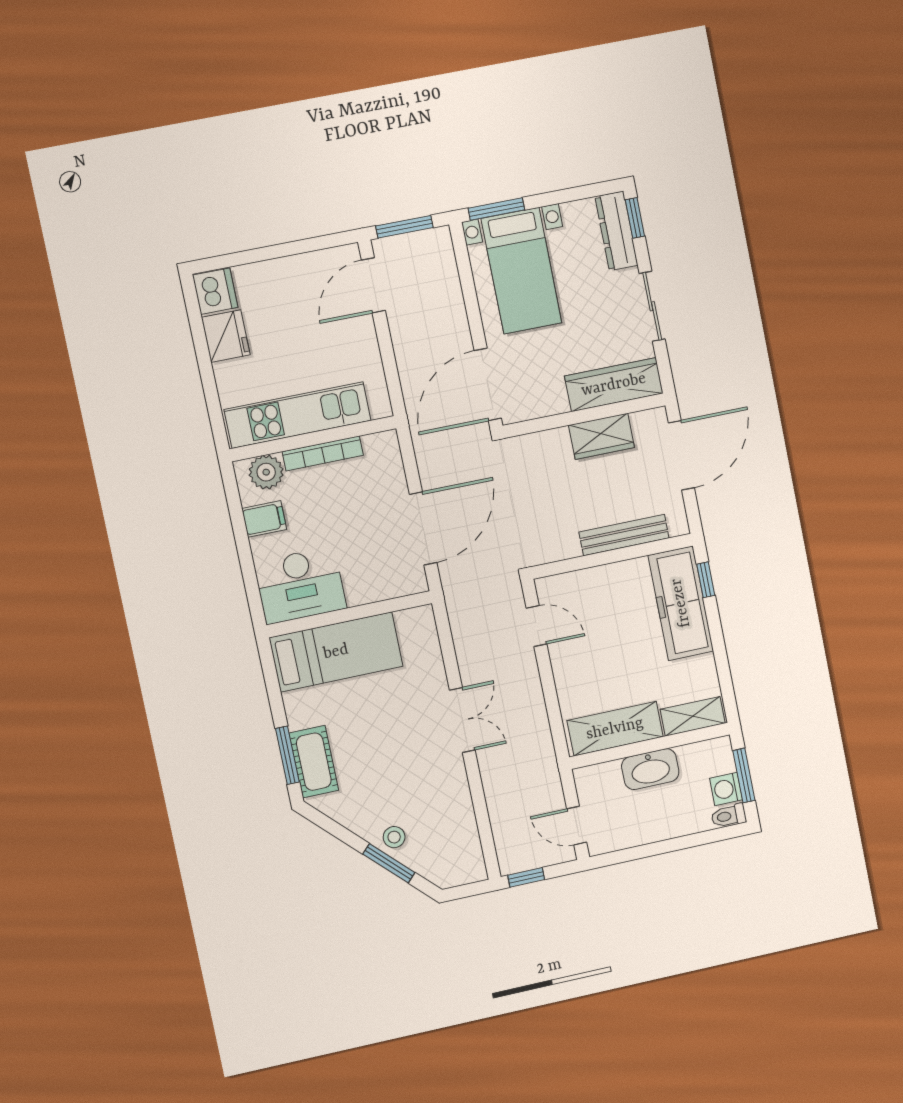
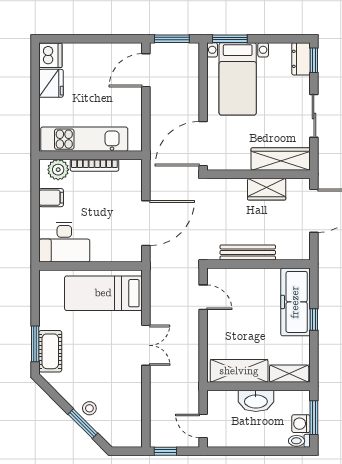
dresser: (616, 231) -> (301, 59), width x0.70
bench: (624, 535) -> (248, 253), moved
window: (706, 580) -> (314, 319), moved
bed: (336, 652) -> (103, 293), moved, turned 180

